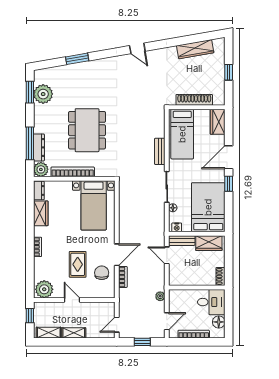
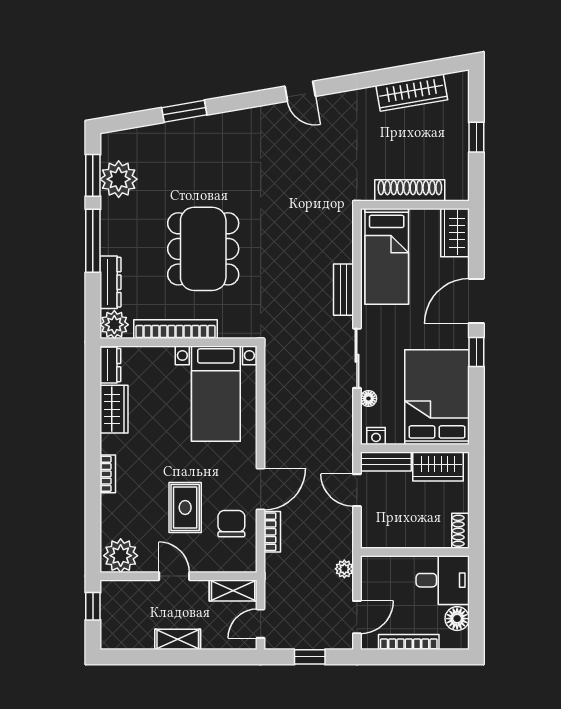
window: (30, 143) -> (93, 241), moved
shelving: (49, 333) -> (233, 590), moved

